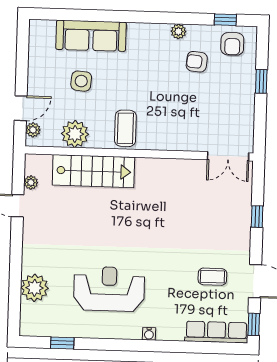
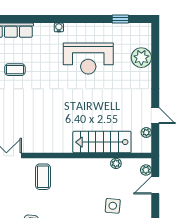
coffee table: (125, 128) -> (43, 177), moved
plant: (75, 134) -> (116, 163), width x0.53, depth x0.53

